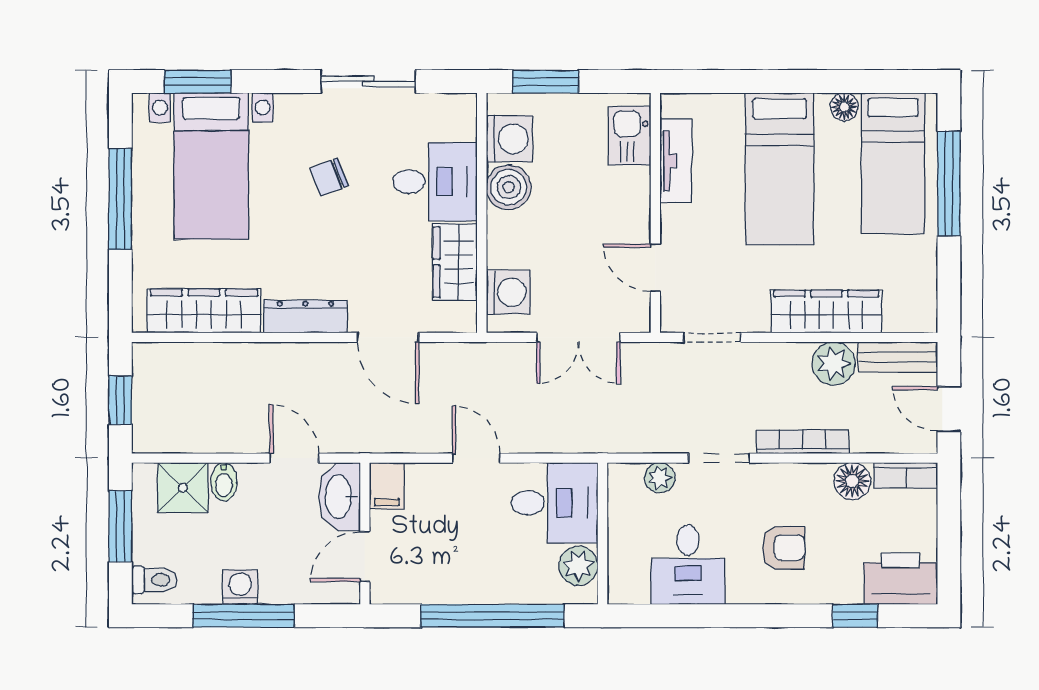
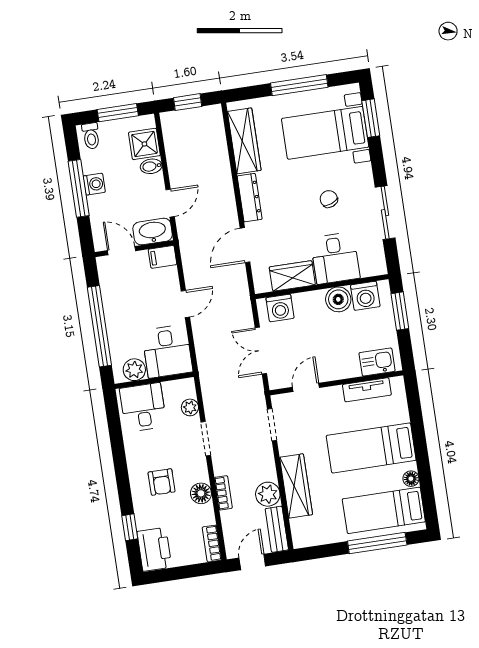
bookcase: (803, 442) -> (223, 493), width x0.64
floor lamp: (852, 481) -> (201, 493), moved
desk: (688, 565) -> (143, 407), moved, turned 90

